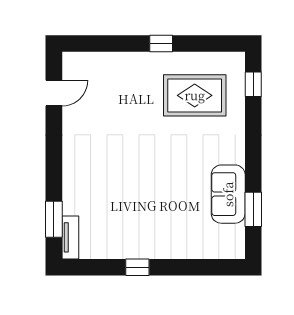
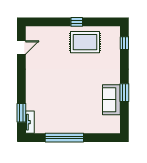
rug: (195, 95) -> (85, 42), moved
window: (253, 209) -> (124, 93), moved
window: (137, 267) -> (64, 138), width x3.17

